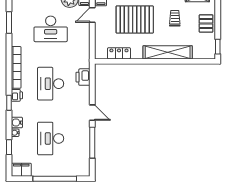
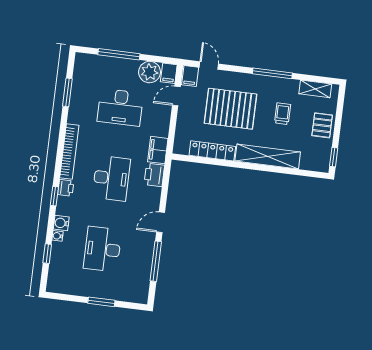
locker: (119, 53) -> (212, 151), width x1.53
desk: (51, 84) -> (111, 178), turned 180
door: (92, 113) -> (161, 222), swing flipped
filing cabinet: (21, 170) -> (158, 150), moved, turned -90
window: (55, 179) -> (101, 302), width x0.47

